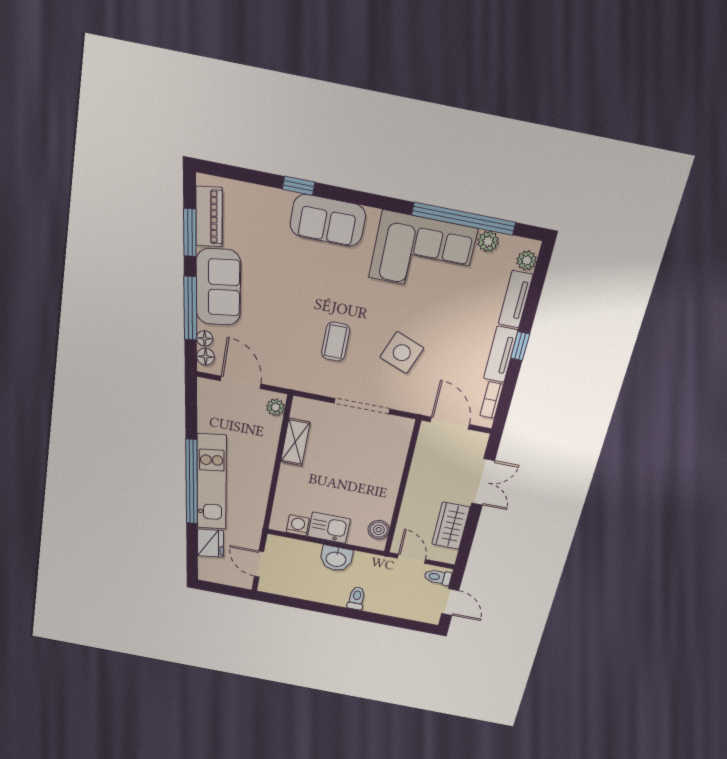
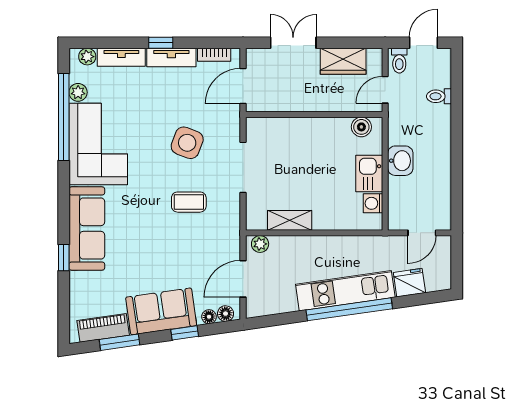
sofa: (328, 220) -> (87, 229), width x1.36
window: (190, 308) -> (185, 333), width x0.46
toilet: (356, 598) -> (439, 96), moved

